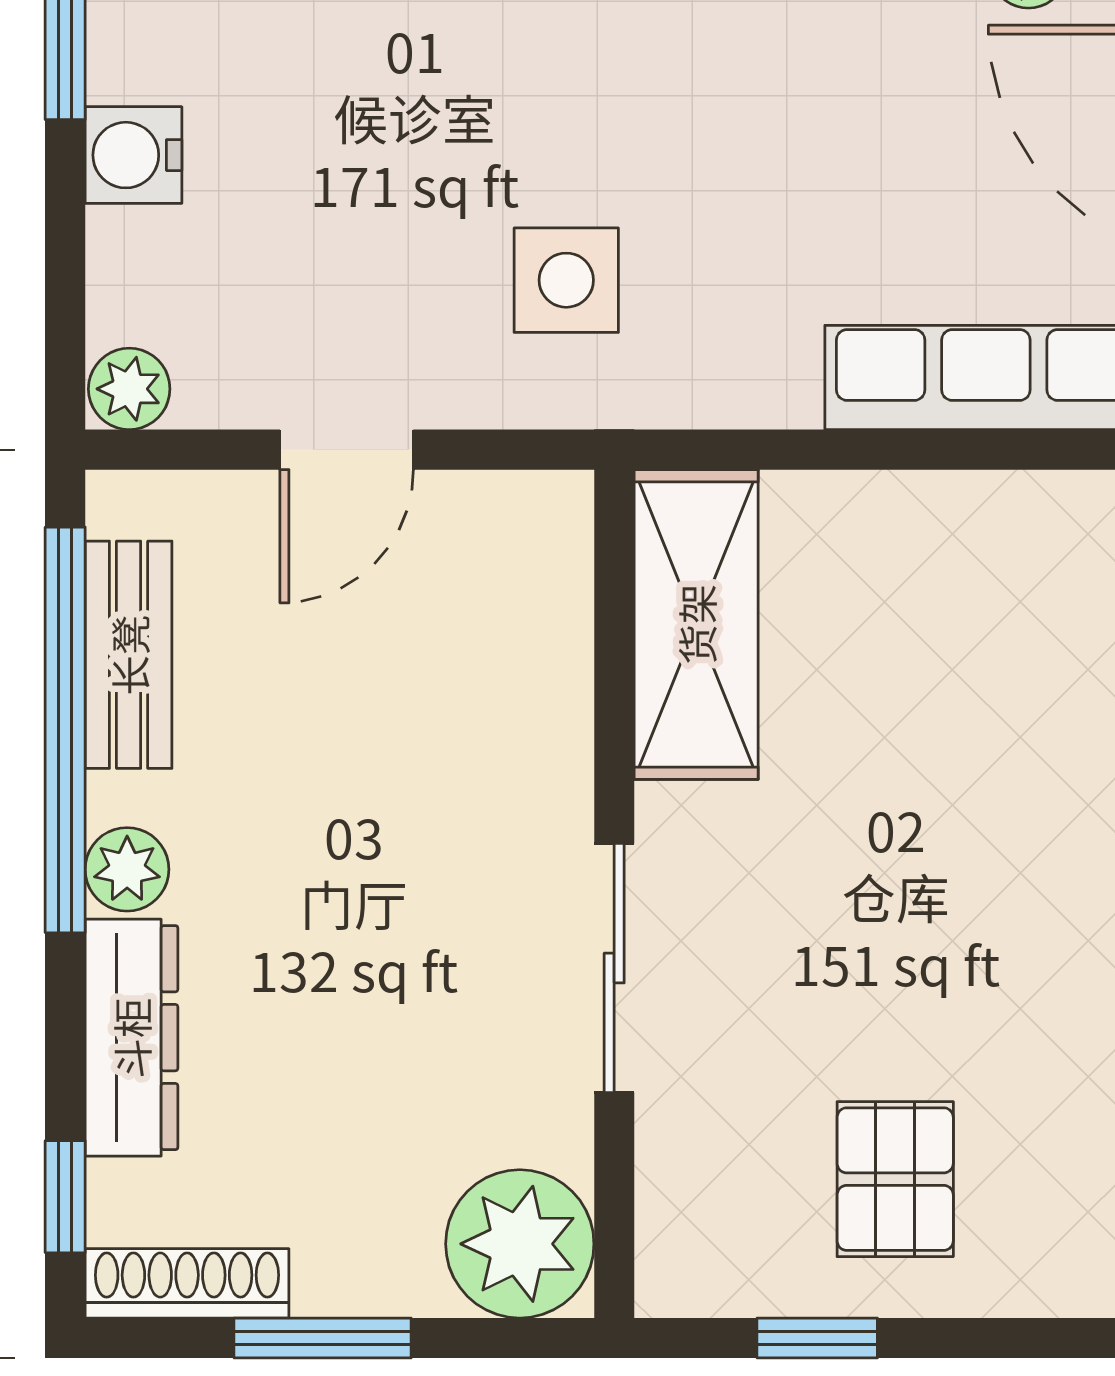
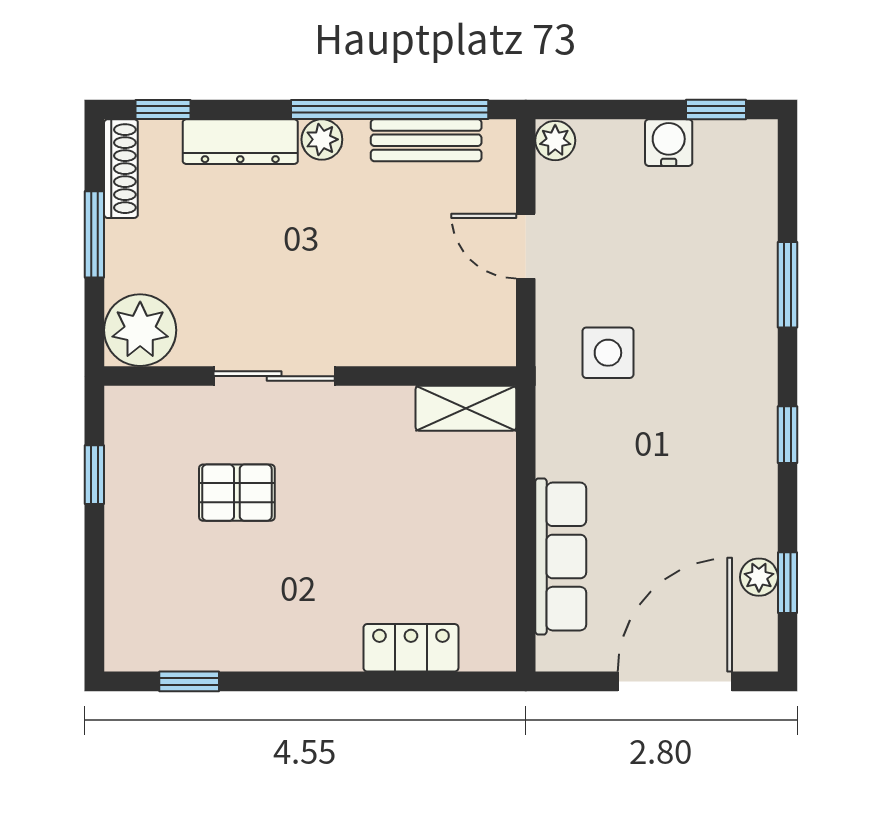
shelving: (696, 624) -> (466, 408), width x0.67, depth x0.75
pallet: (895, 1179) -> (237, 493), moved

